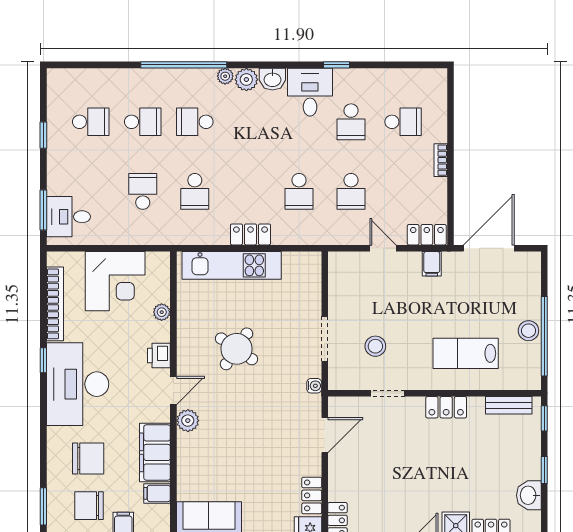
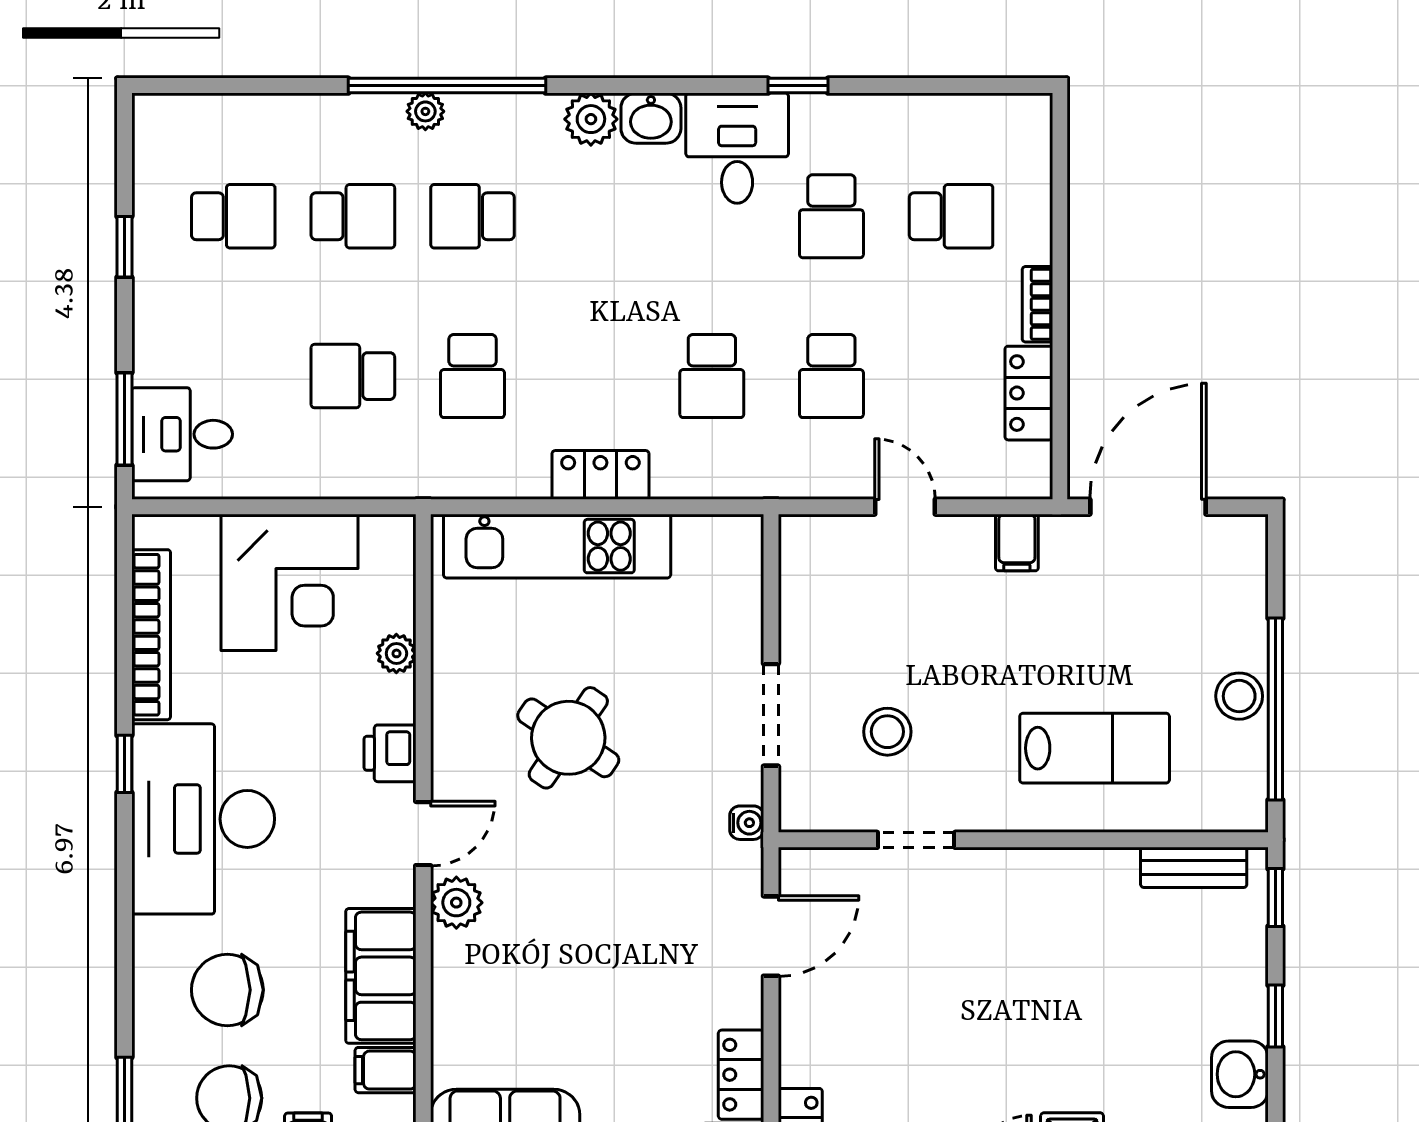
plant: (225, 76) -> (425, 111), moved
school desk: (143, 191) -> (353, 376), turned -90
locker: (427, 235) -> (1029, 393), moved, turned -90
lab bench: (466, 353) -> (1095, 748), turned 180
locker: (446, 407) -> (1050, 872), removed
chair: (88, 459) -> (227, 990), turned 180

